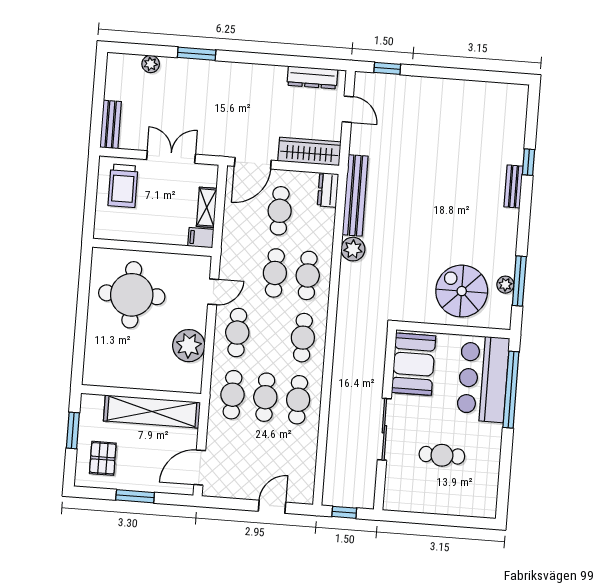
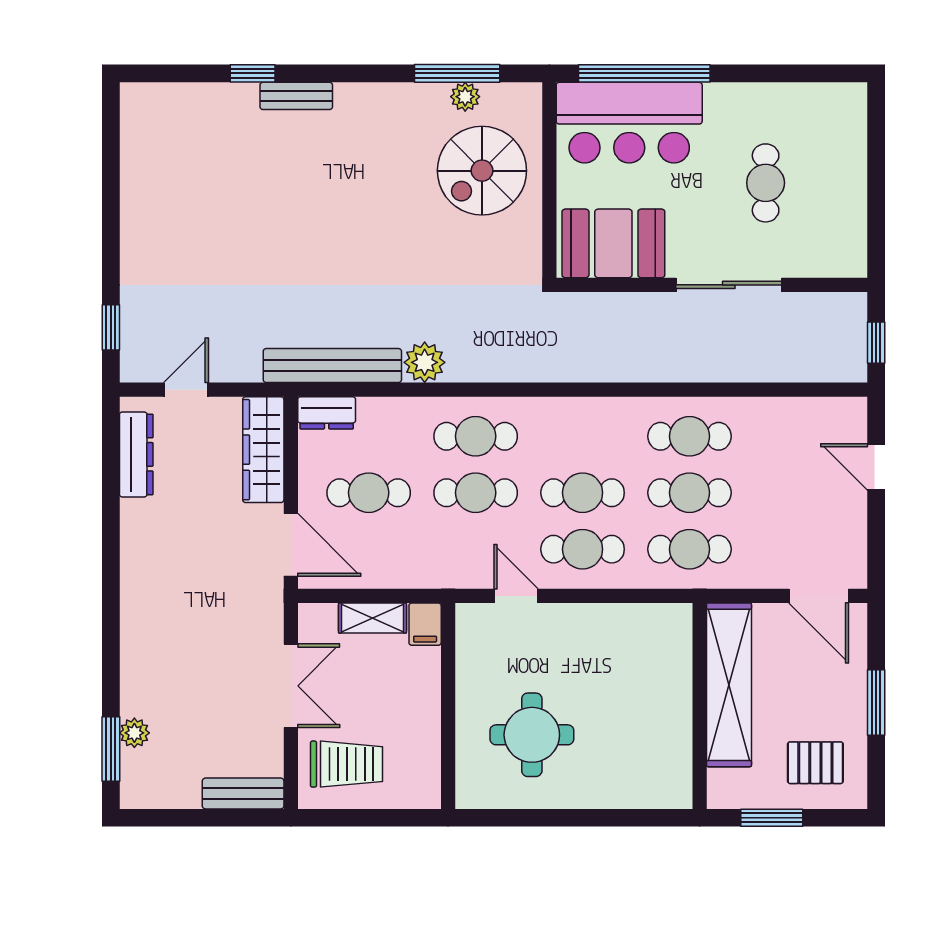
window: (197, 54) -> (111, 749), moved
double door: (171, 157) -> (291, 686), swing flipped
round table: (132, 295) -> (532, 735), width x0.73, depth x0.73
cafe table: (303, 338) -> (583, 493), moved
plant: (189, 346) -> (611, 630), removed

